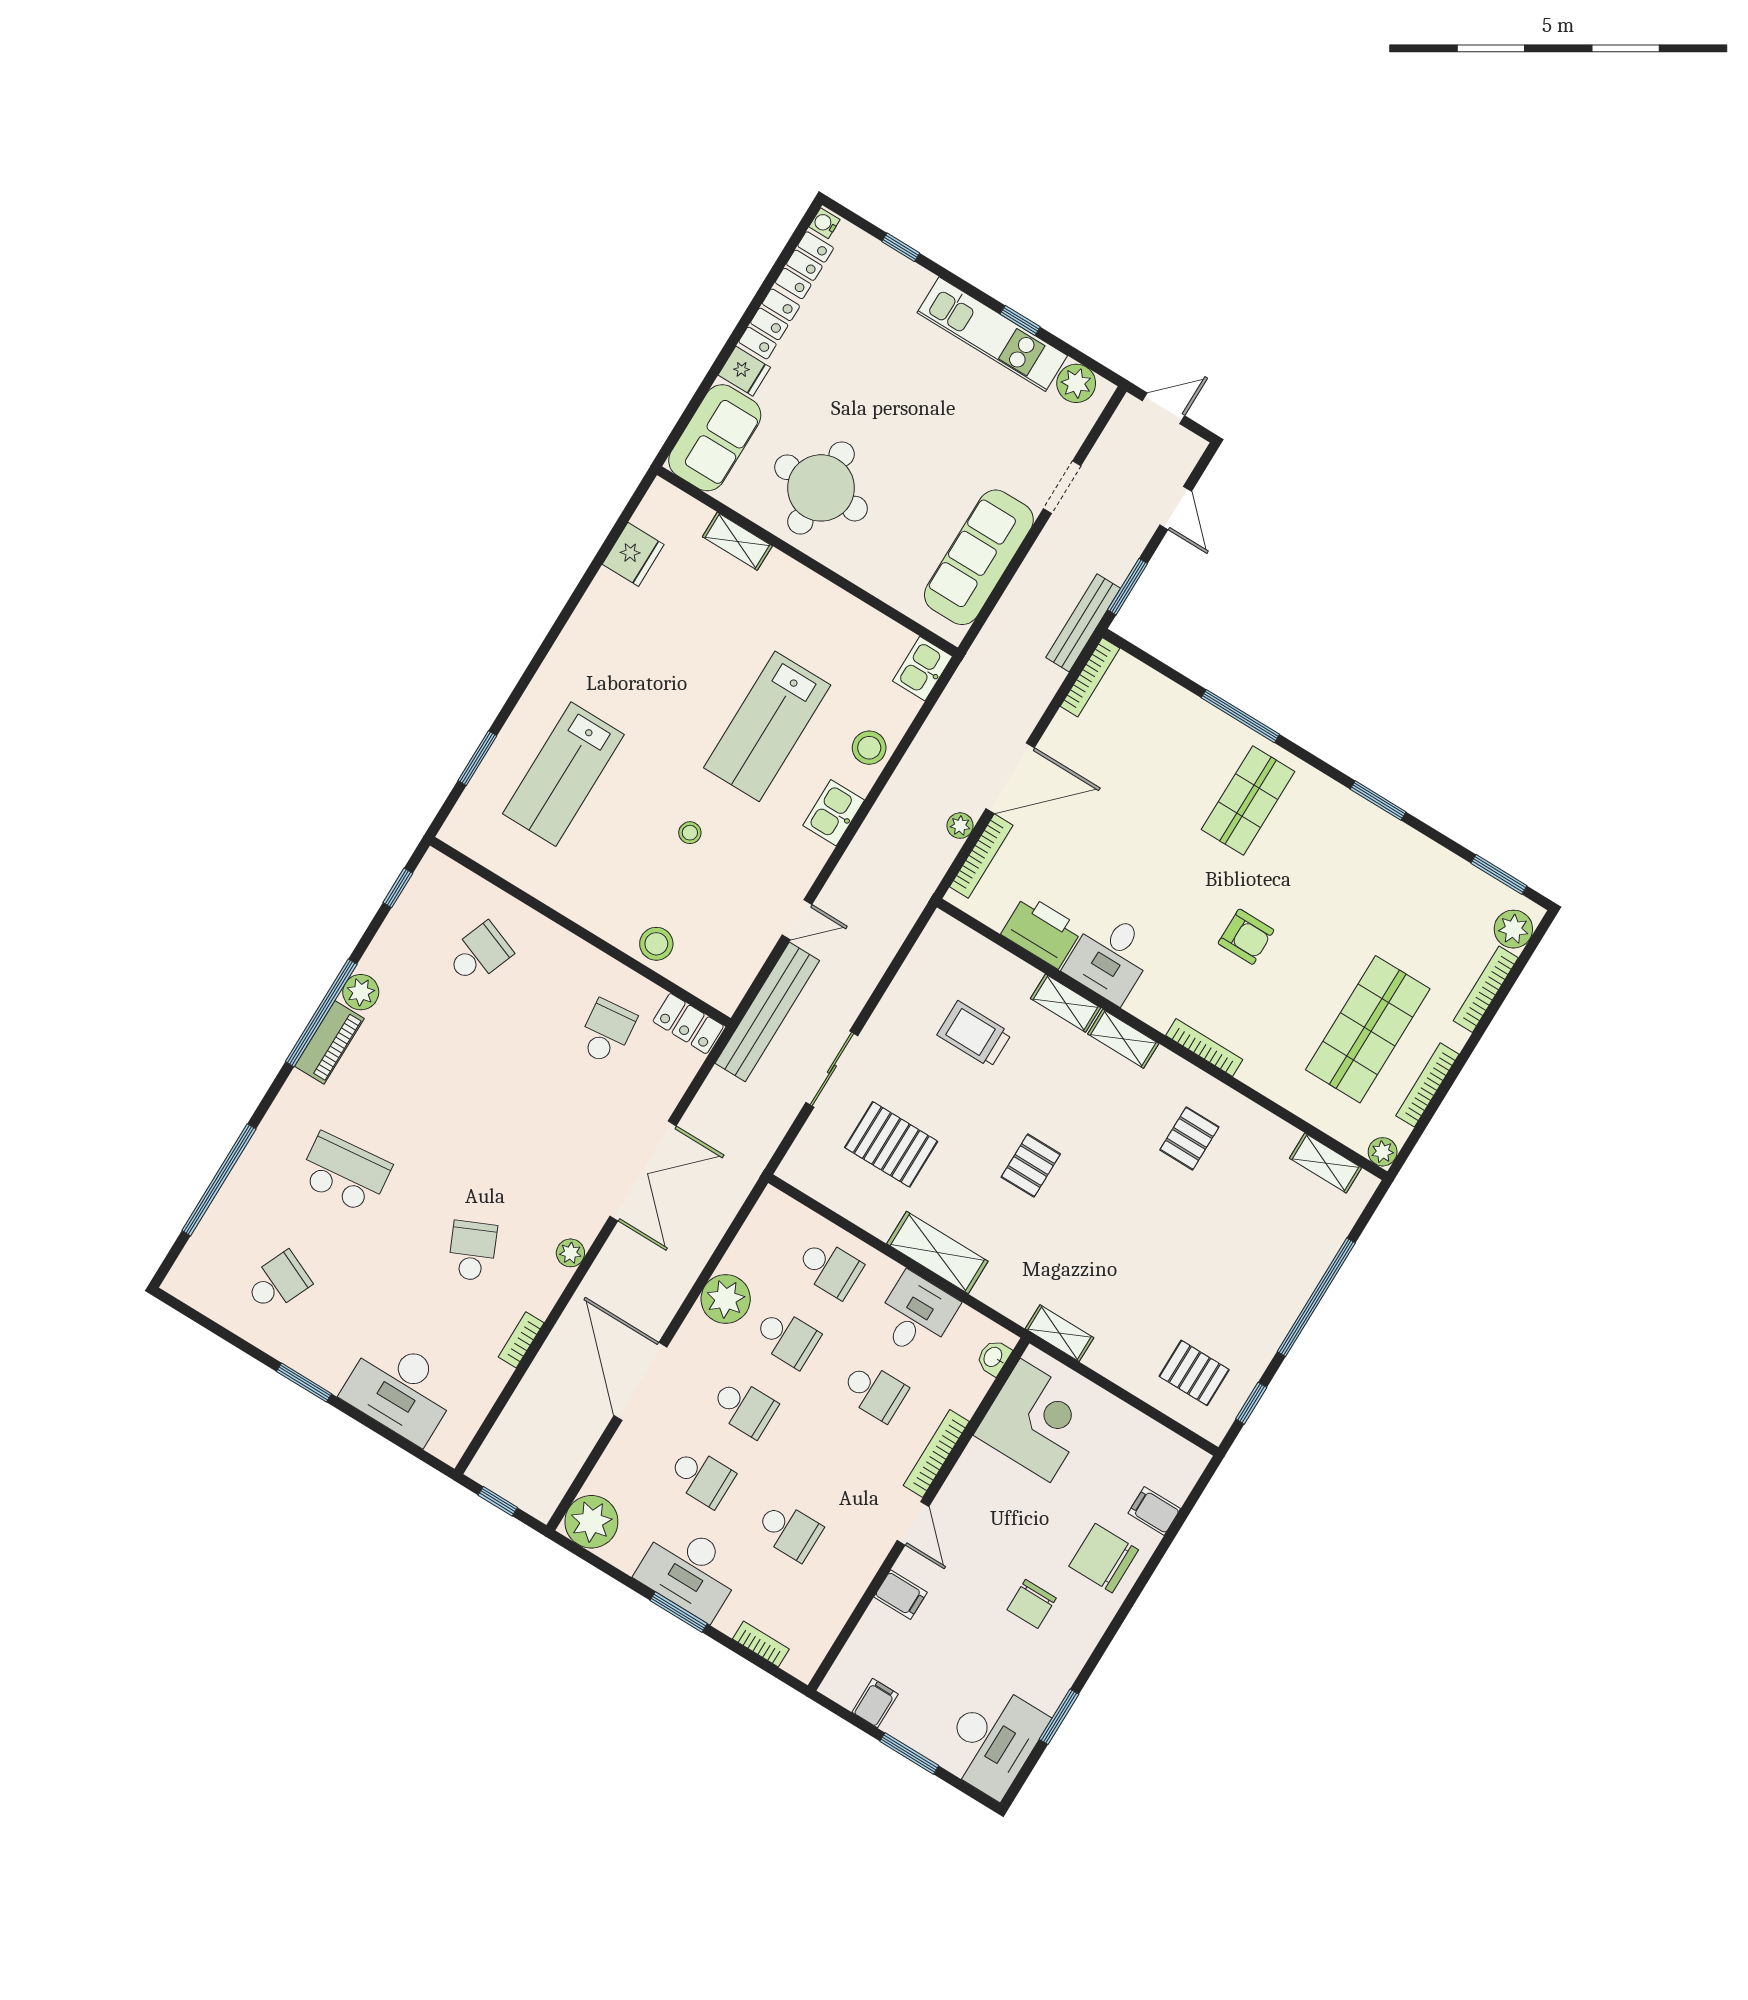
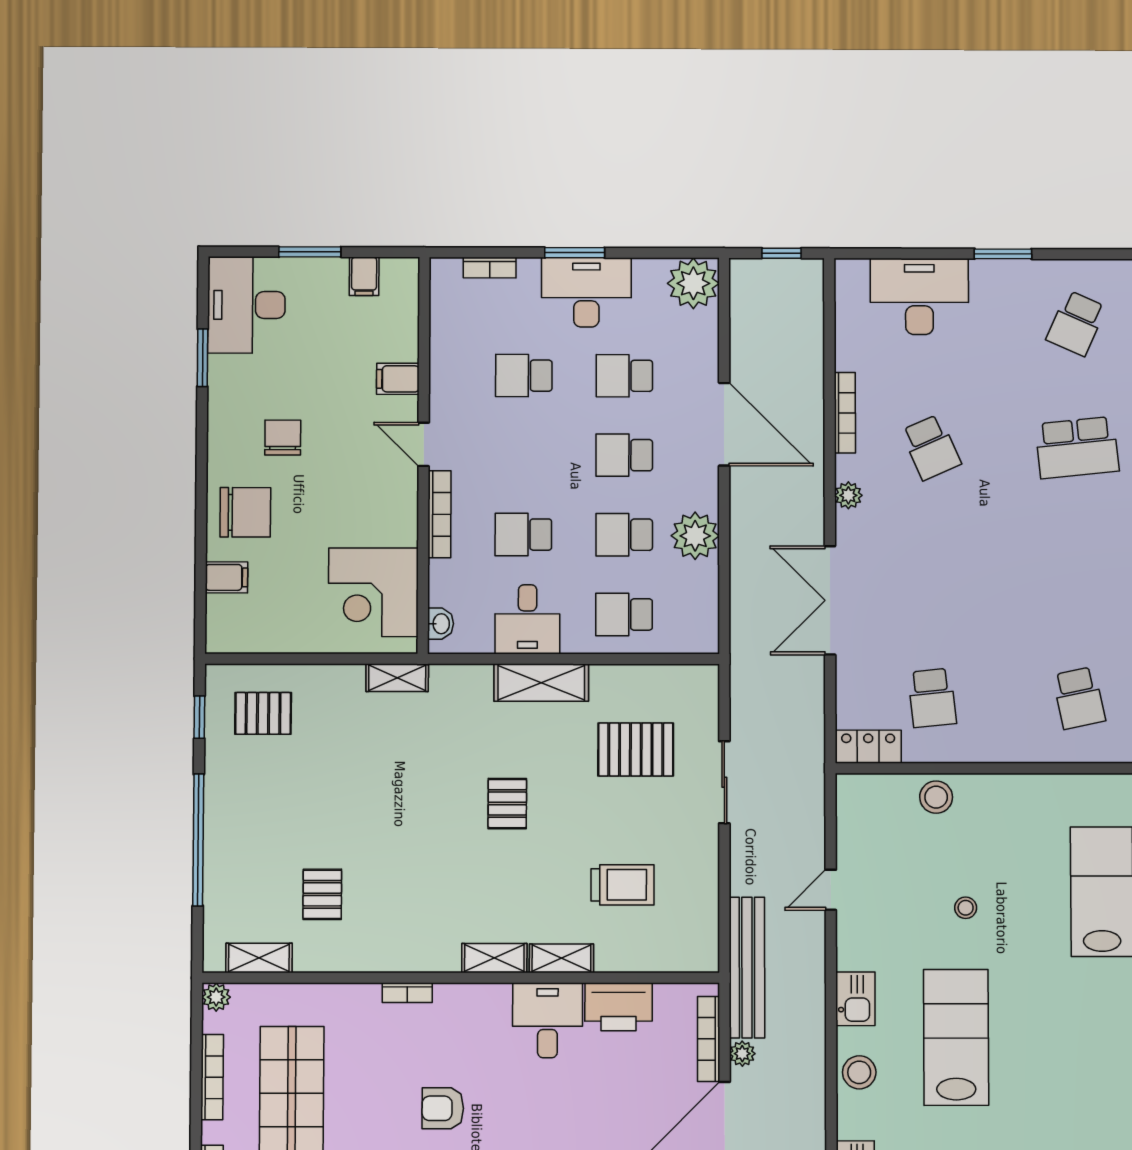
school desk: (479, 954) -> (1079, 698), turned -33
bench: (767, 1012) -> (747, 968), moved
bookcase: (1204, 1048) -> (407, 993), width x0.64
pallet: (1189, 1138) -> (322, 894), moved
bookcase: (521, 1340) -> (845, 413), width x1.56

